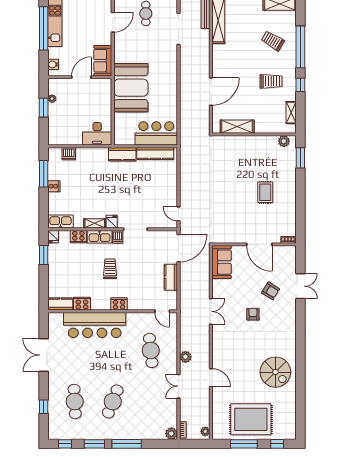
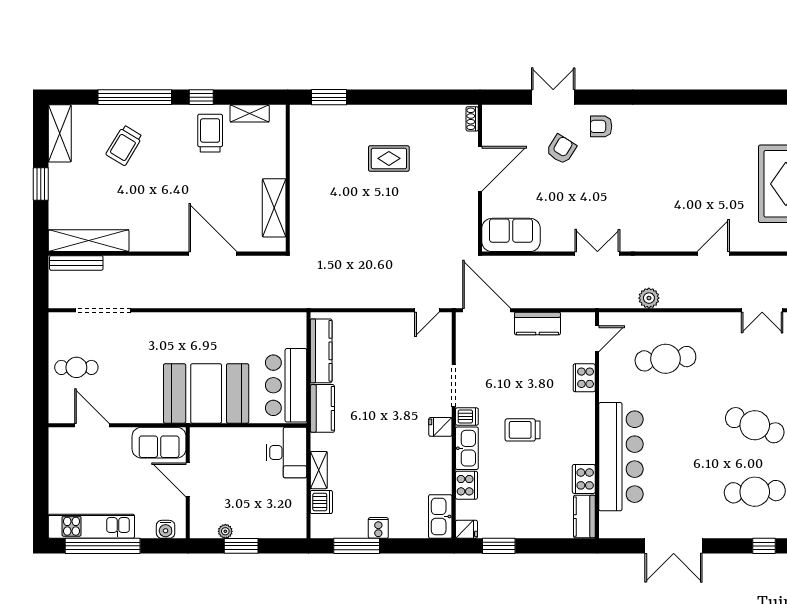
trolley: (271, 81) -> (210, 133), moved
bar counter: (156, 133) -> (286, 385), moved
plant: (284, 141) -> (300, 126), removed
shelving: (95, 223) -> (319, 470), moved
cooker: (119, 304) -> (584, 378), moved
armchair: (253, 314) -> (601, 126), moved
plant: (185, 357) -> (649, 298), moved
spiral stairs: (275, 372) -> (703, 141), removed
double door: (178, 386) -> (762, 310), moved

